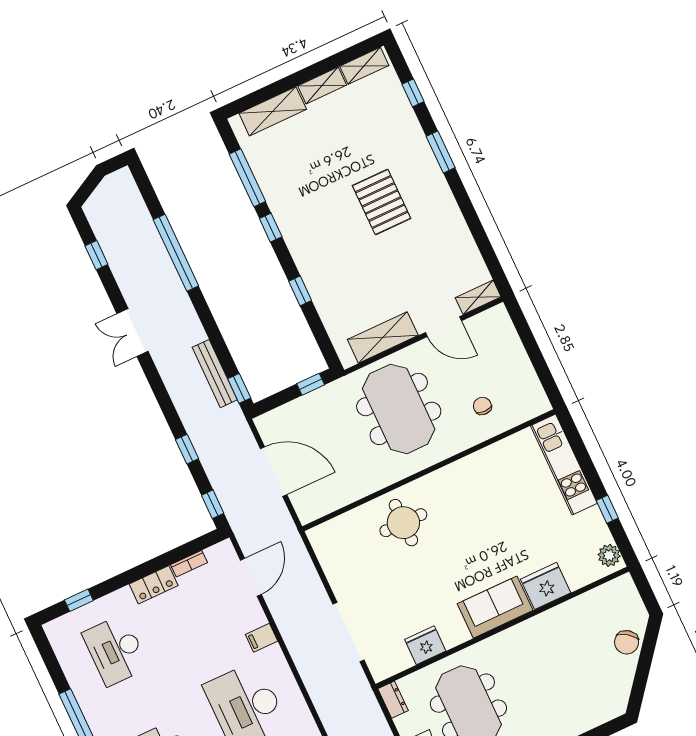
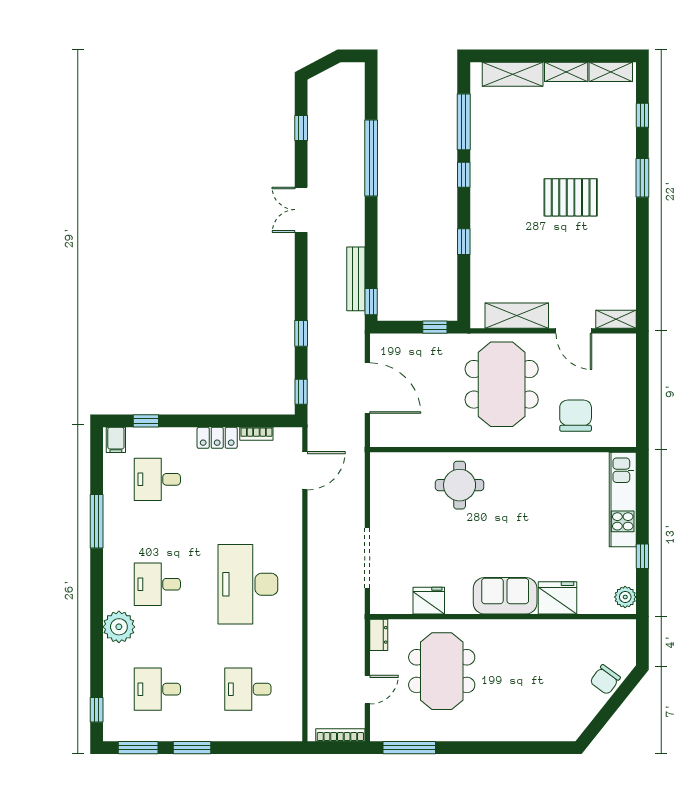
pallet: (382, 202) -> (571, 197), turned 90
chair: (482, 406) -> (576, 416), width x1.87, depth x1.87
filing cabinet: (262, 638) -> (116, 440), moved, turned -90
desk: (115, 650) -> (157, 479), width x0.73

